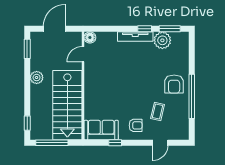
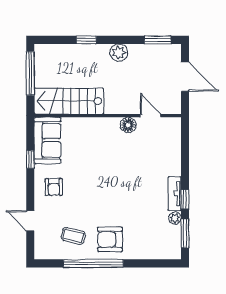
floor lamp: (90, 37) -> (128, 125), moved
tv unit: (135, 37) -> (175, 194), width x0.71
plant: (162, 40) -> (175, 218), width x0.53, depth x0.53
stairs: (67, 105) -> (69, 101), width x0.73, depth x0.66
coffee table: (158, 111) -> (73, 236), moved
window: (27, 123) -> (86, 40), moved

